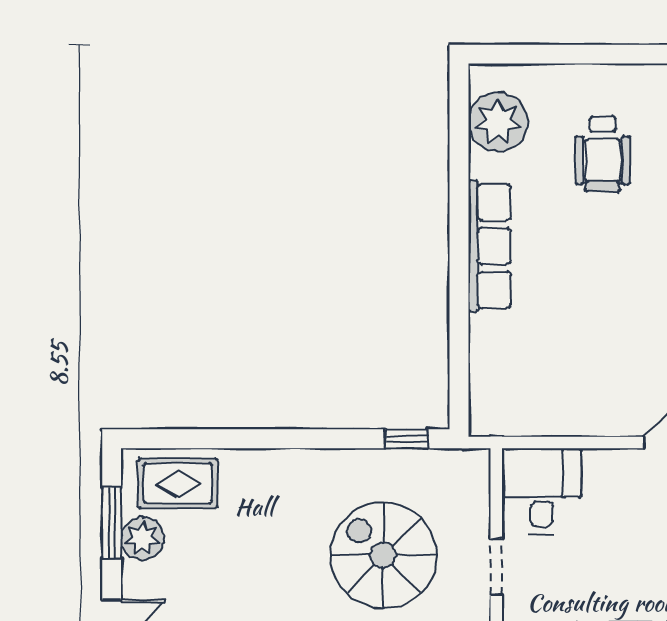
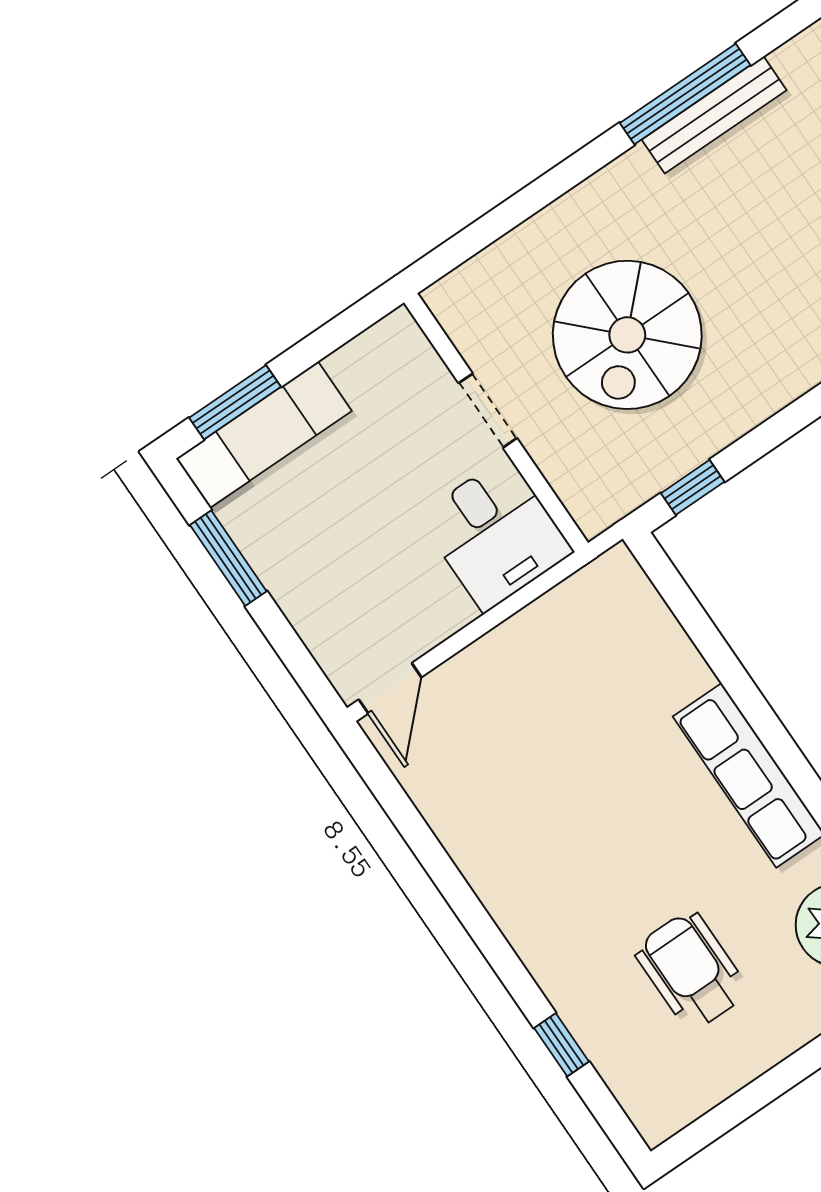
spiral stairs: (383, 555) -> (627, 335), turned 90

